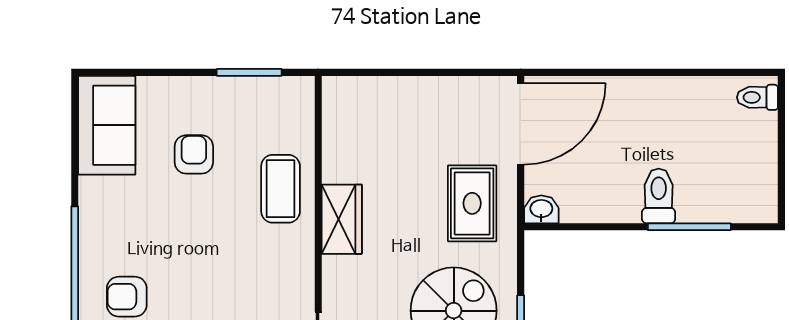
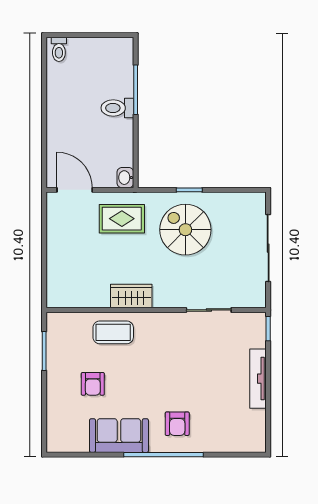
door: (521, 124) -> (75, 190), width x0.73
sofa: (107, 125) -> (119, 436), moved
armchair: (194, 154) -> (93, 384), turned -90

